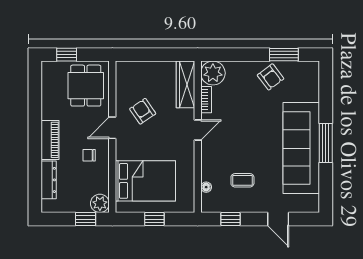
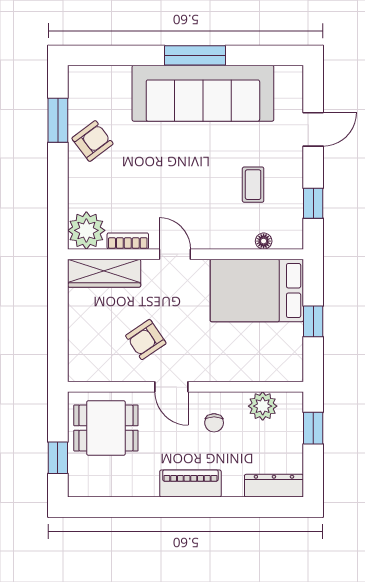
dresser: (49, 180) -> (274, 486), moved
bed: (145, 181) -> (257, 290), moved, turned -90
plant: (100, 203) -> (263, 406), moved

